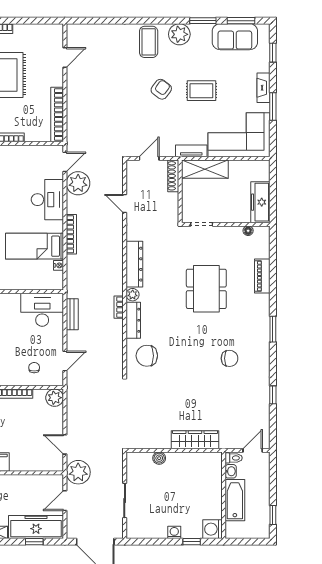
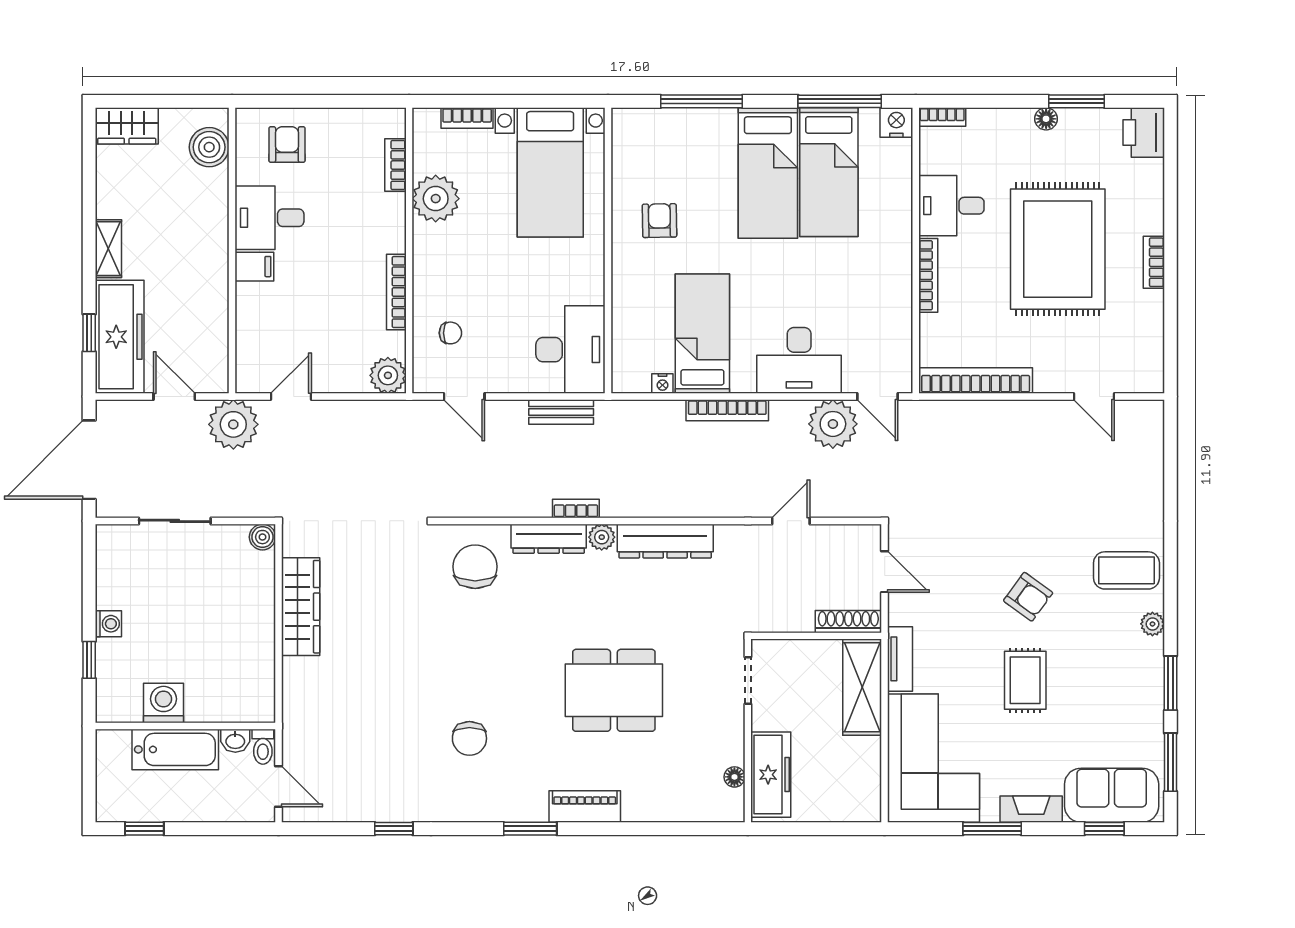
plant: (179, 34) -> (1152, 624), width x0.53, depth x0.53
sofa: (235, 37) -> (1112, 795), moved, turned 90
freezer: (260, 202) -> (771, 775), moved, turned 90
piano: (262, 276) -> (585, 806), moved
wardrobe: (195, 440) -> (301, 607), moved
boiler: (159, 458) -> (262, 537), moved
washing machine: (212, 529) -> (164, 703), moved

